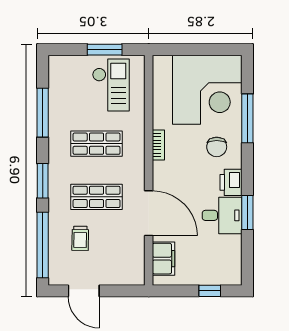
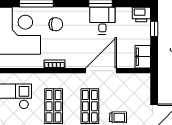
printer: (231, 182) -> (141, 14), moved
filing cabinet: (163, 259) -> (143, 57), moved, turned -90

